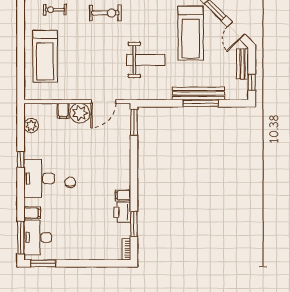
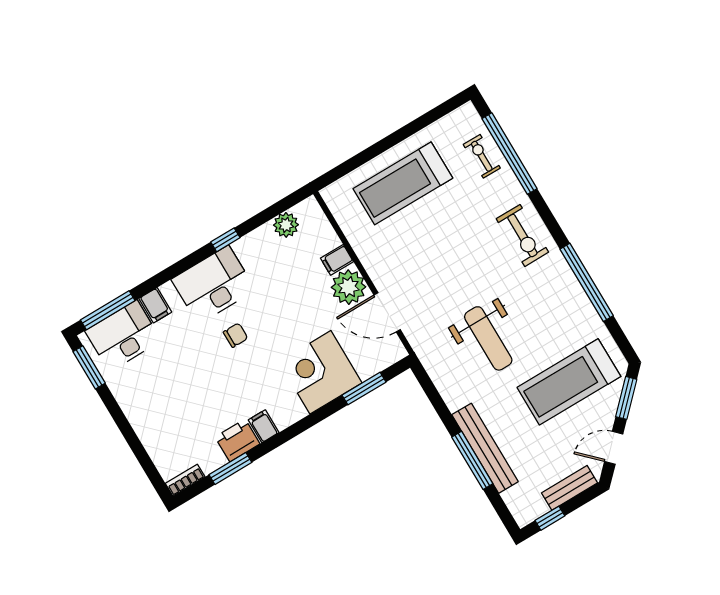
window: (134, 122) -> (364, 389), moved
corner desk: (113, 152) -> (320, 372), added

